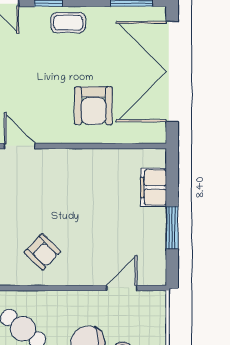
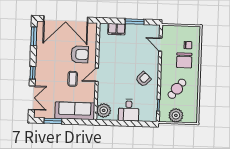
coffee table: (68, 23) -> (73, 79), moved
door: (20, 146) -> (97, 75), moved

